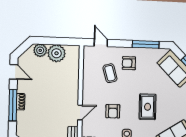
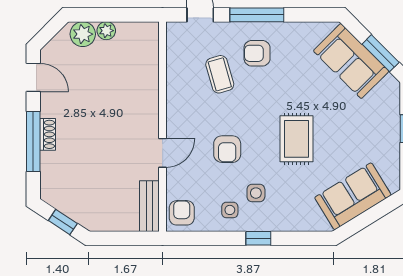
window: (146, 44) -> (257, 15), moved
plant: (57, 53) -> (106, 31), width x0.53, depth x0.53

